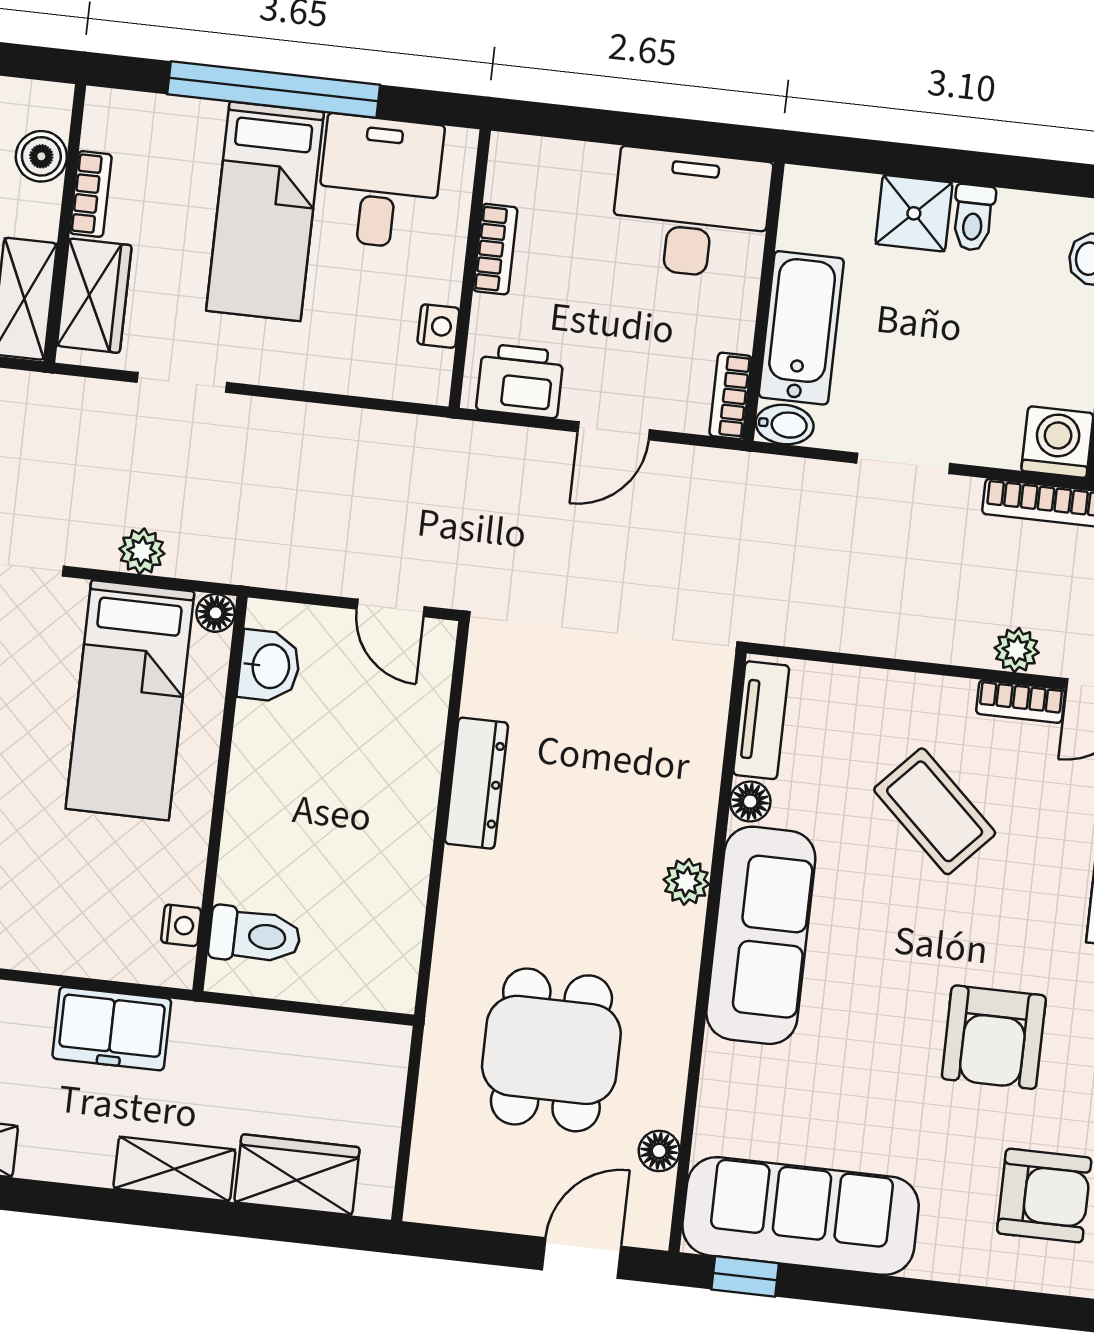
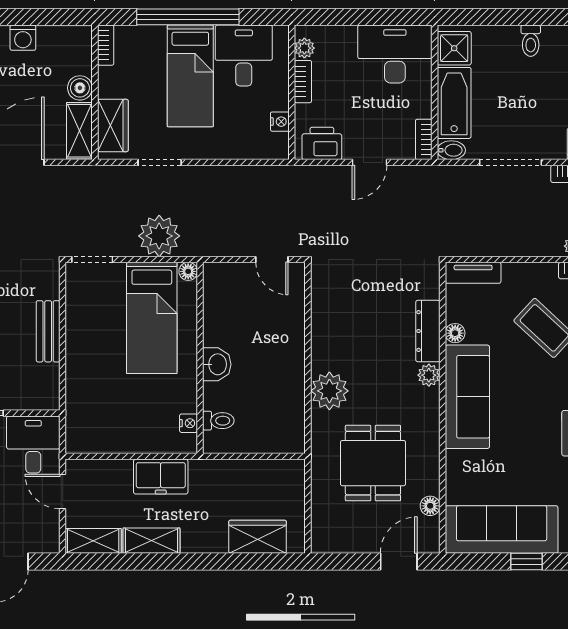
boiler: (41, 156) -> (80, 88), moved
plant: (506, 181) -> (304, 48), added
bookcase: (91, 194) -> (106, 45), moved
shower: (914, 213) -> (454, 48), moved
doorway: (903, 463) -> (510, 162), width x1.38
plant: (142, 551) -> (159, 236), width x1.87, depth x1.87
washbasin: (269, 666) -> (217, 364), moved
tv unit: (761, 720) -> (473, 273), moved, turned 90
dresser: (476, 783) -> (428, 331), moved, turned 180
plant: (479, 891) -> (329, 391), added
toilet: (255, 936) -> (218, 421), width x0.73, depth x0.72
shelving: (174, 1169) -> (151, 541), moved
window: (745, 1276) -> (526, 561), moved

